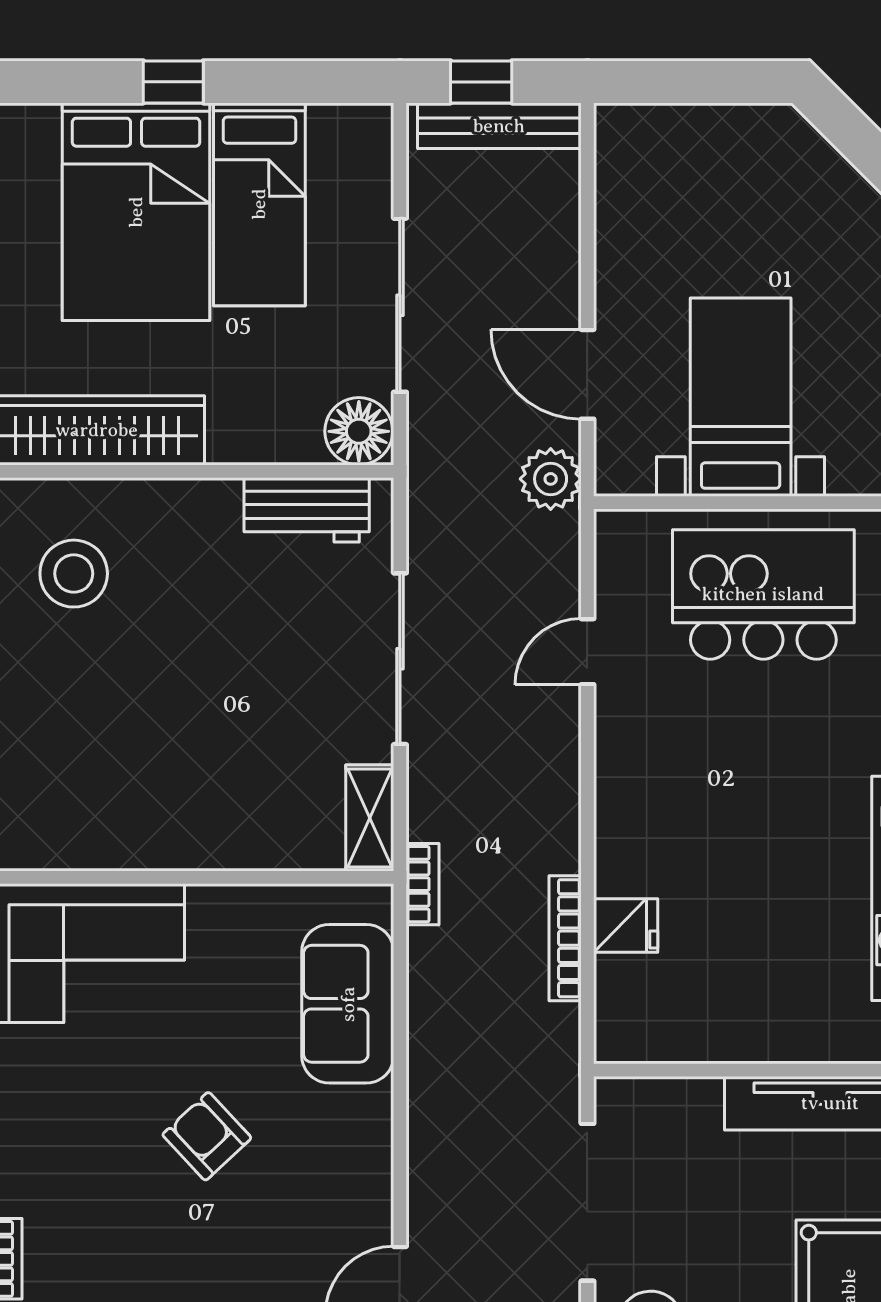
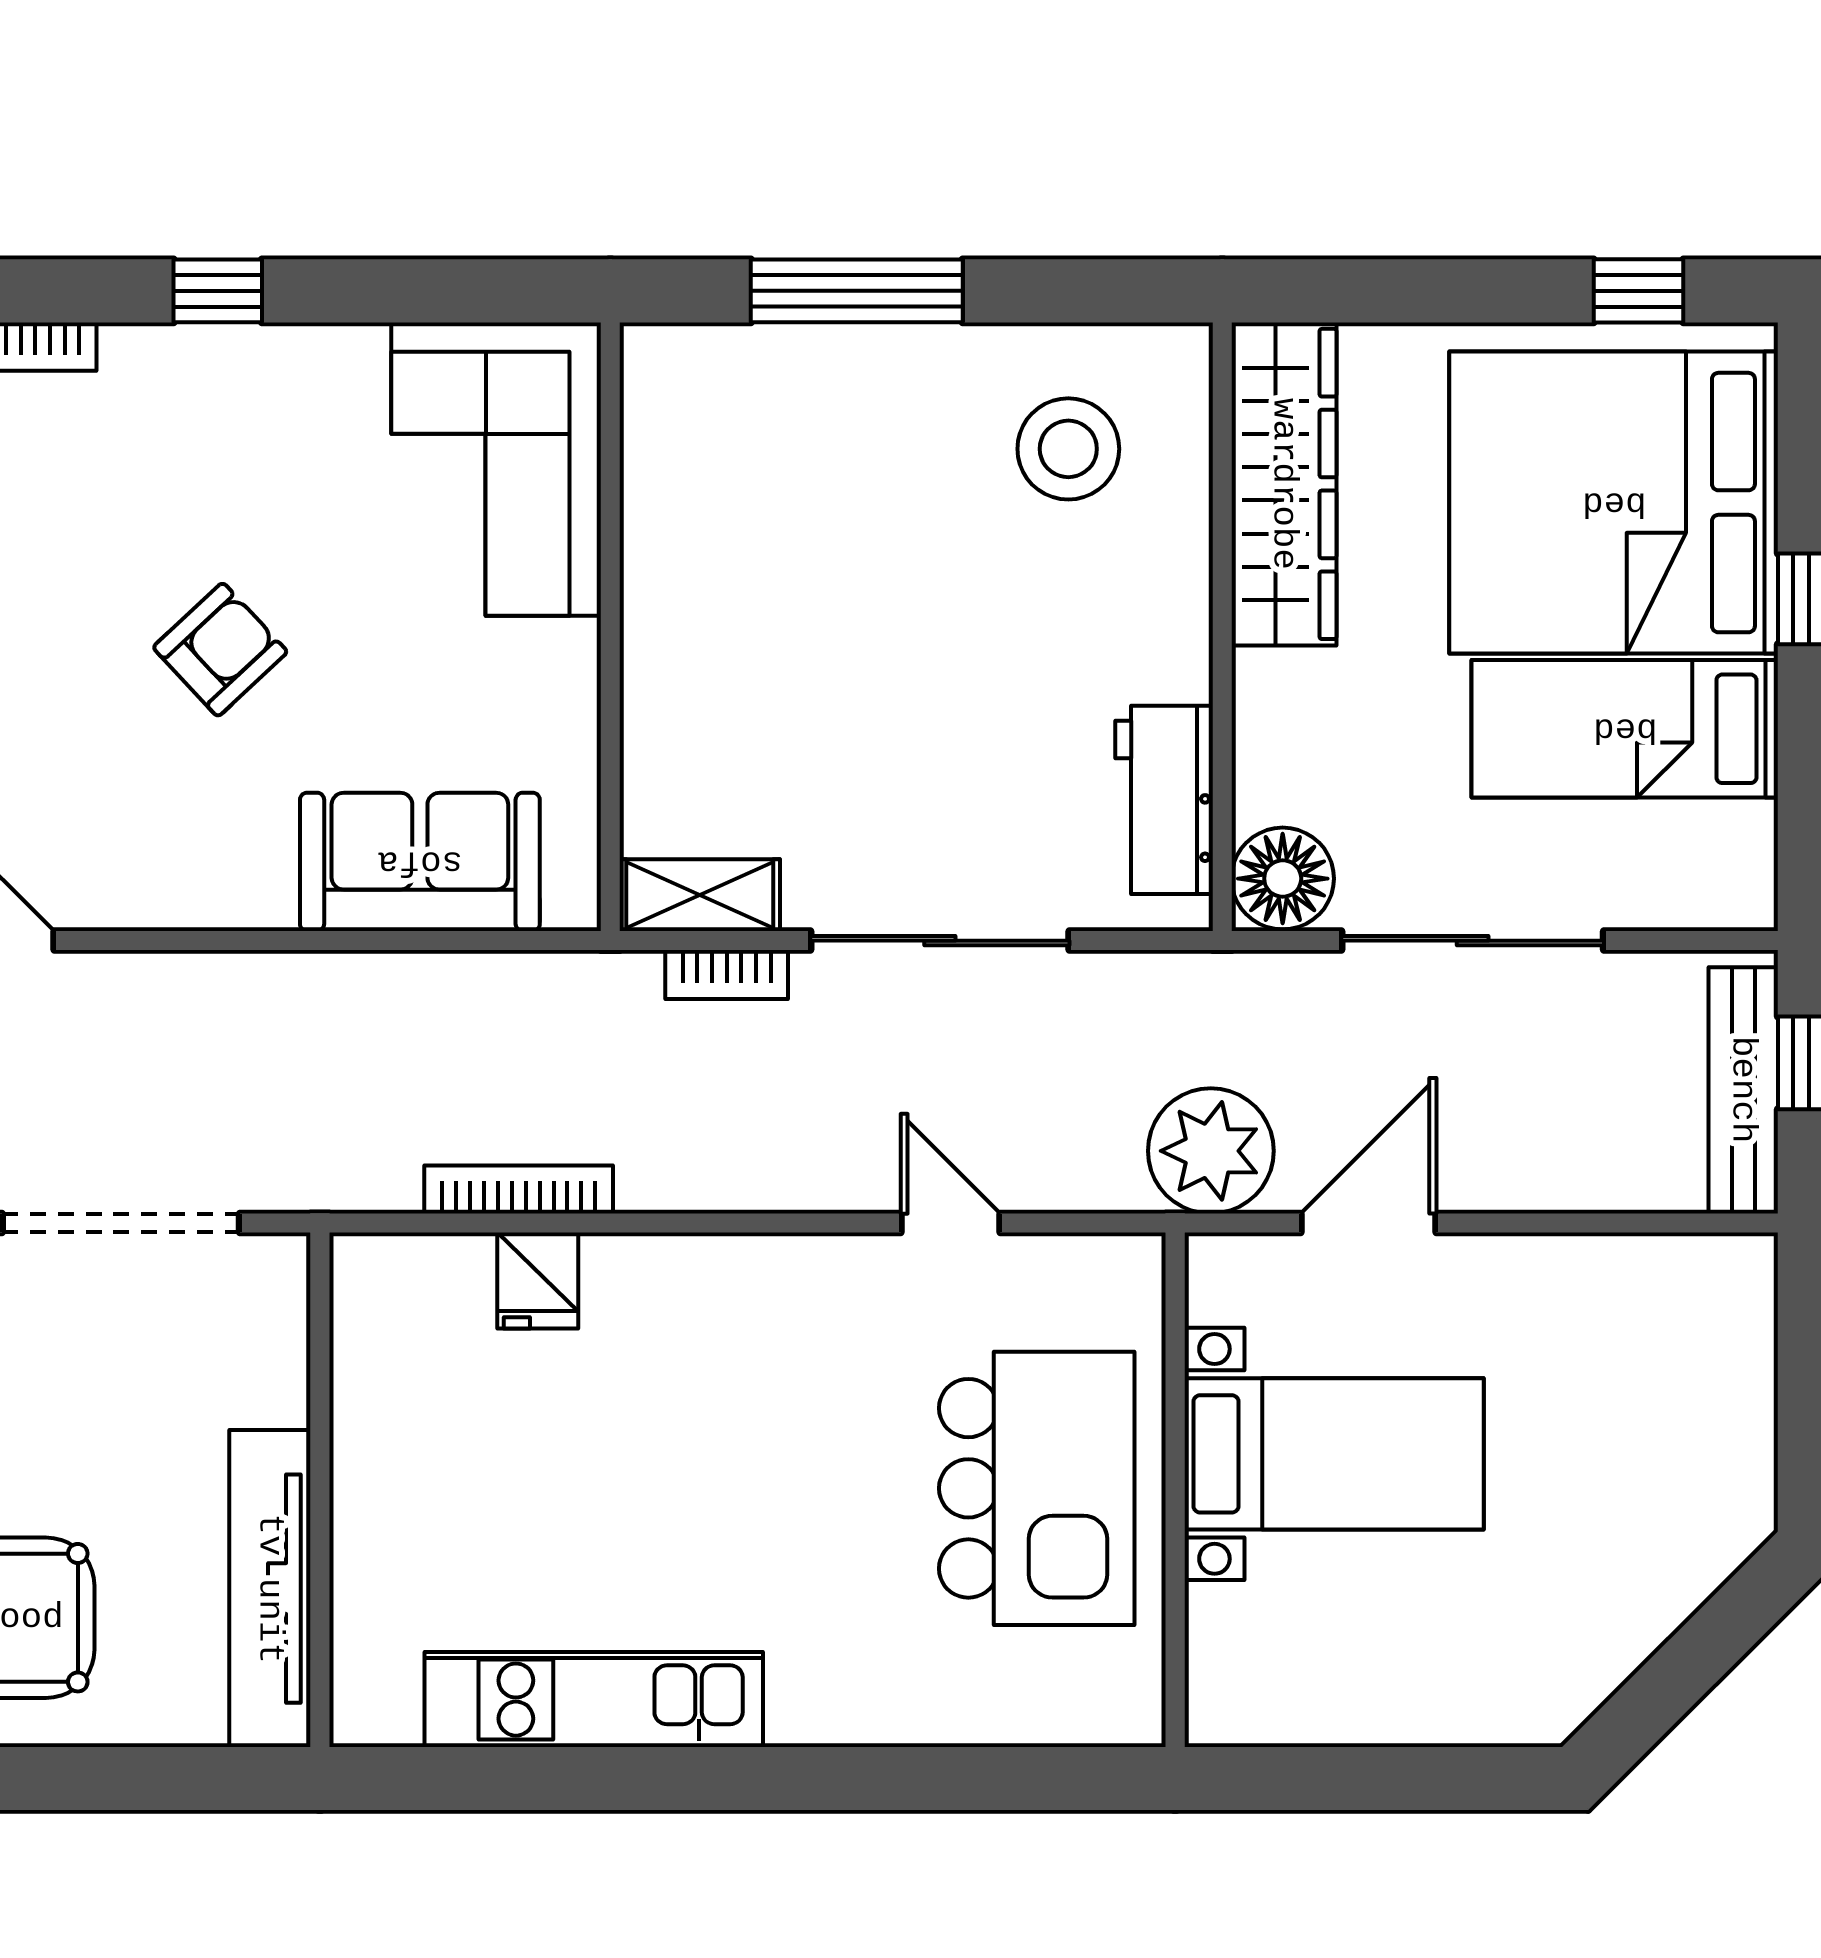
bed: (136, 212) -> (1614, 503), width x1.36
plant: (551, 479) -> (1211, 1151), width x1.36, depth x1.36
bookcase: (422, 884) -> (727, 975), moved

